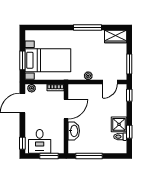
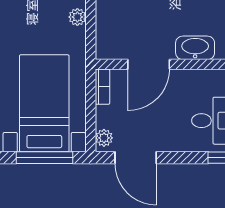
window: (22, 60) -> (44, 158), width x1.44
door: (66, 109) -> (149, 64), swing flipped

